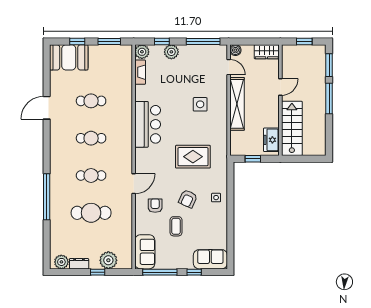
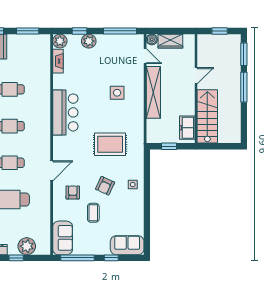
wardrobe: (267, 52) -> (170, 41), moved

